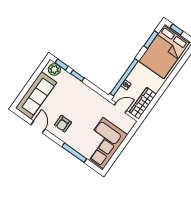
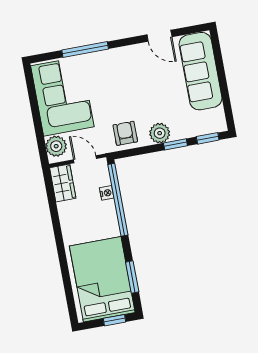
plant: (54, 69) -> (160, 133), moved
wardrobe: (143, 103) -> (63, 183), width x0.67
door: (121, 108) -> (85, 159), swing flipped
armchair: (63, 124) -> (125, 133), moved
plant: (127, 125) -> (56, 146), added

